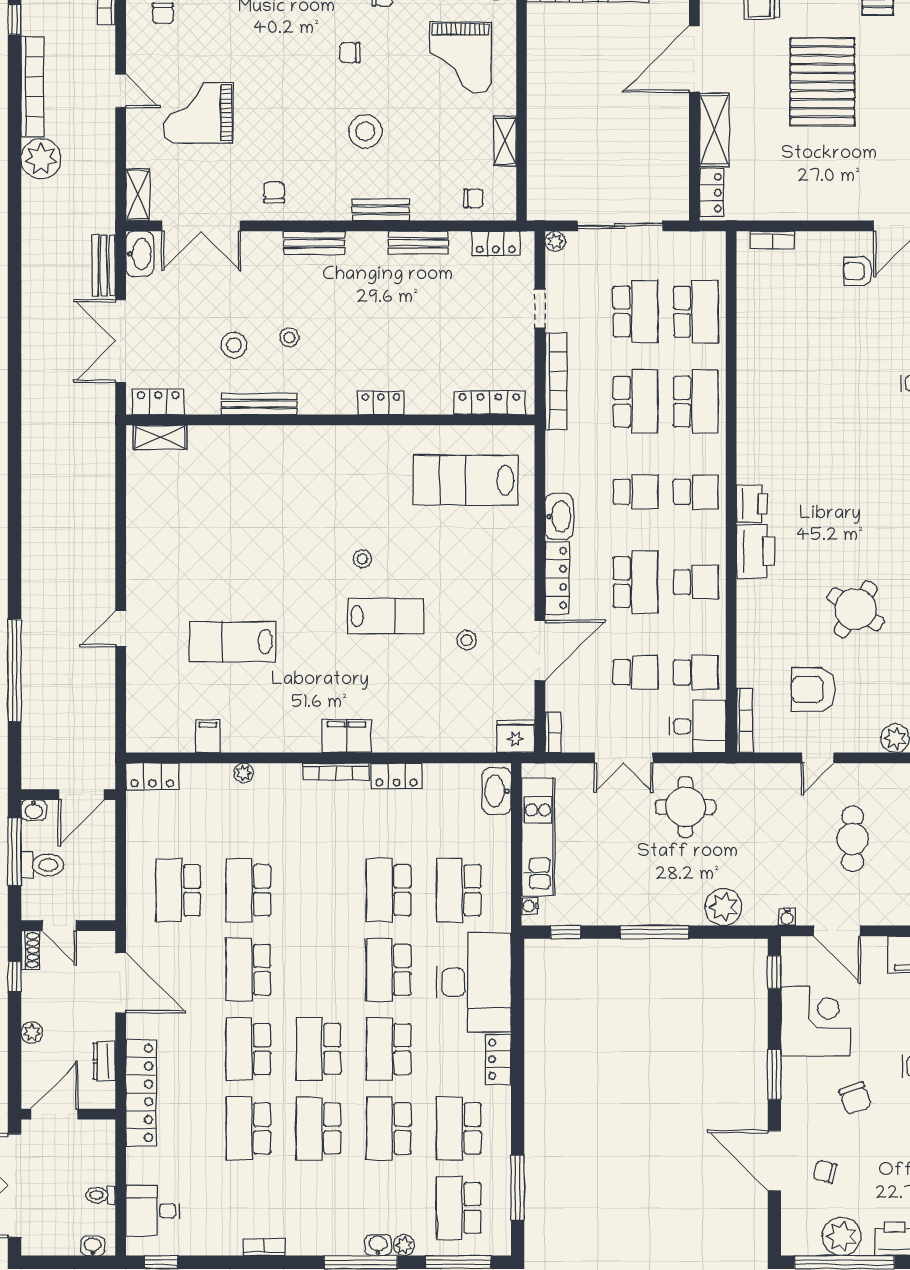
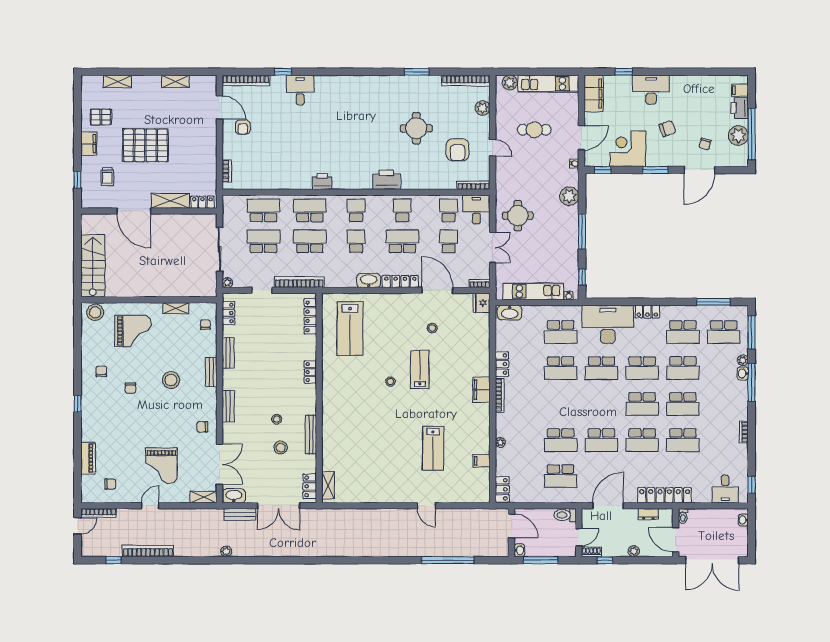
plant: (41, 159) -> (226, 551), moved, width x0.53, depth x0.53
printer: (752, 504) -> (322, 181), moved
round table: (856, 609) -> (416, 128), turned -33
toilet: (42, 865) -> (565, 515), moved, turned -90
toilet: (101, 1195) -> (683, 516), moved

